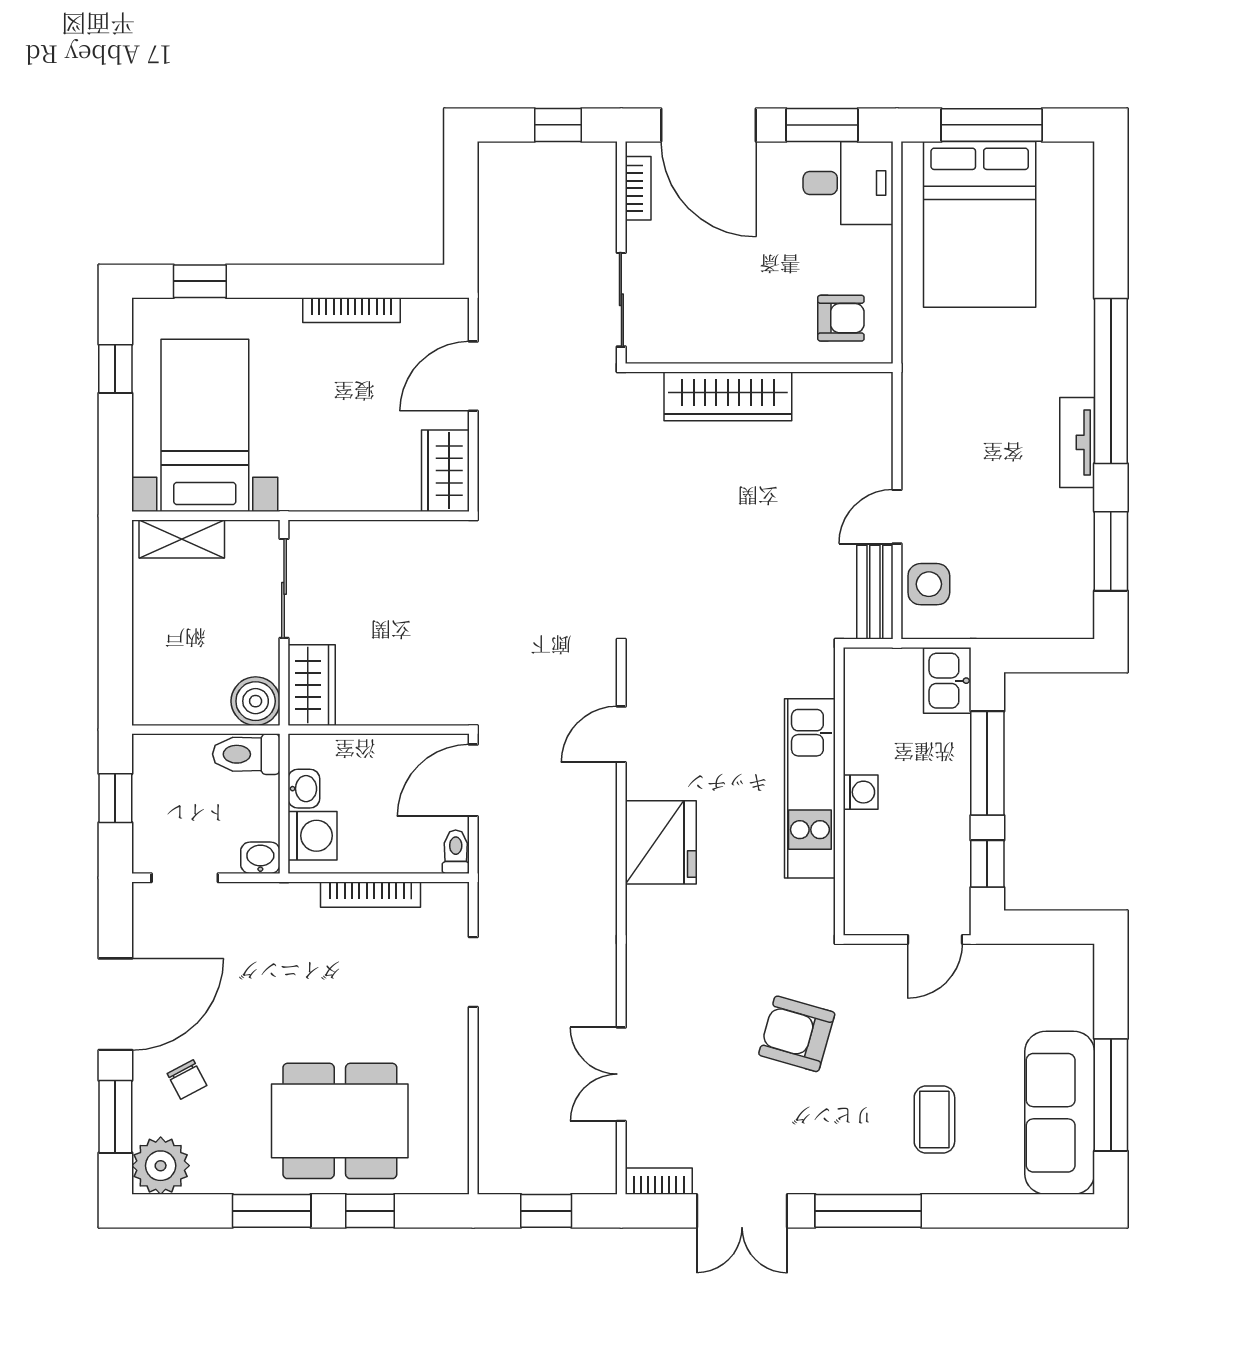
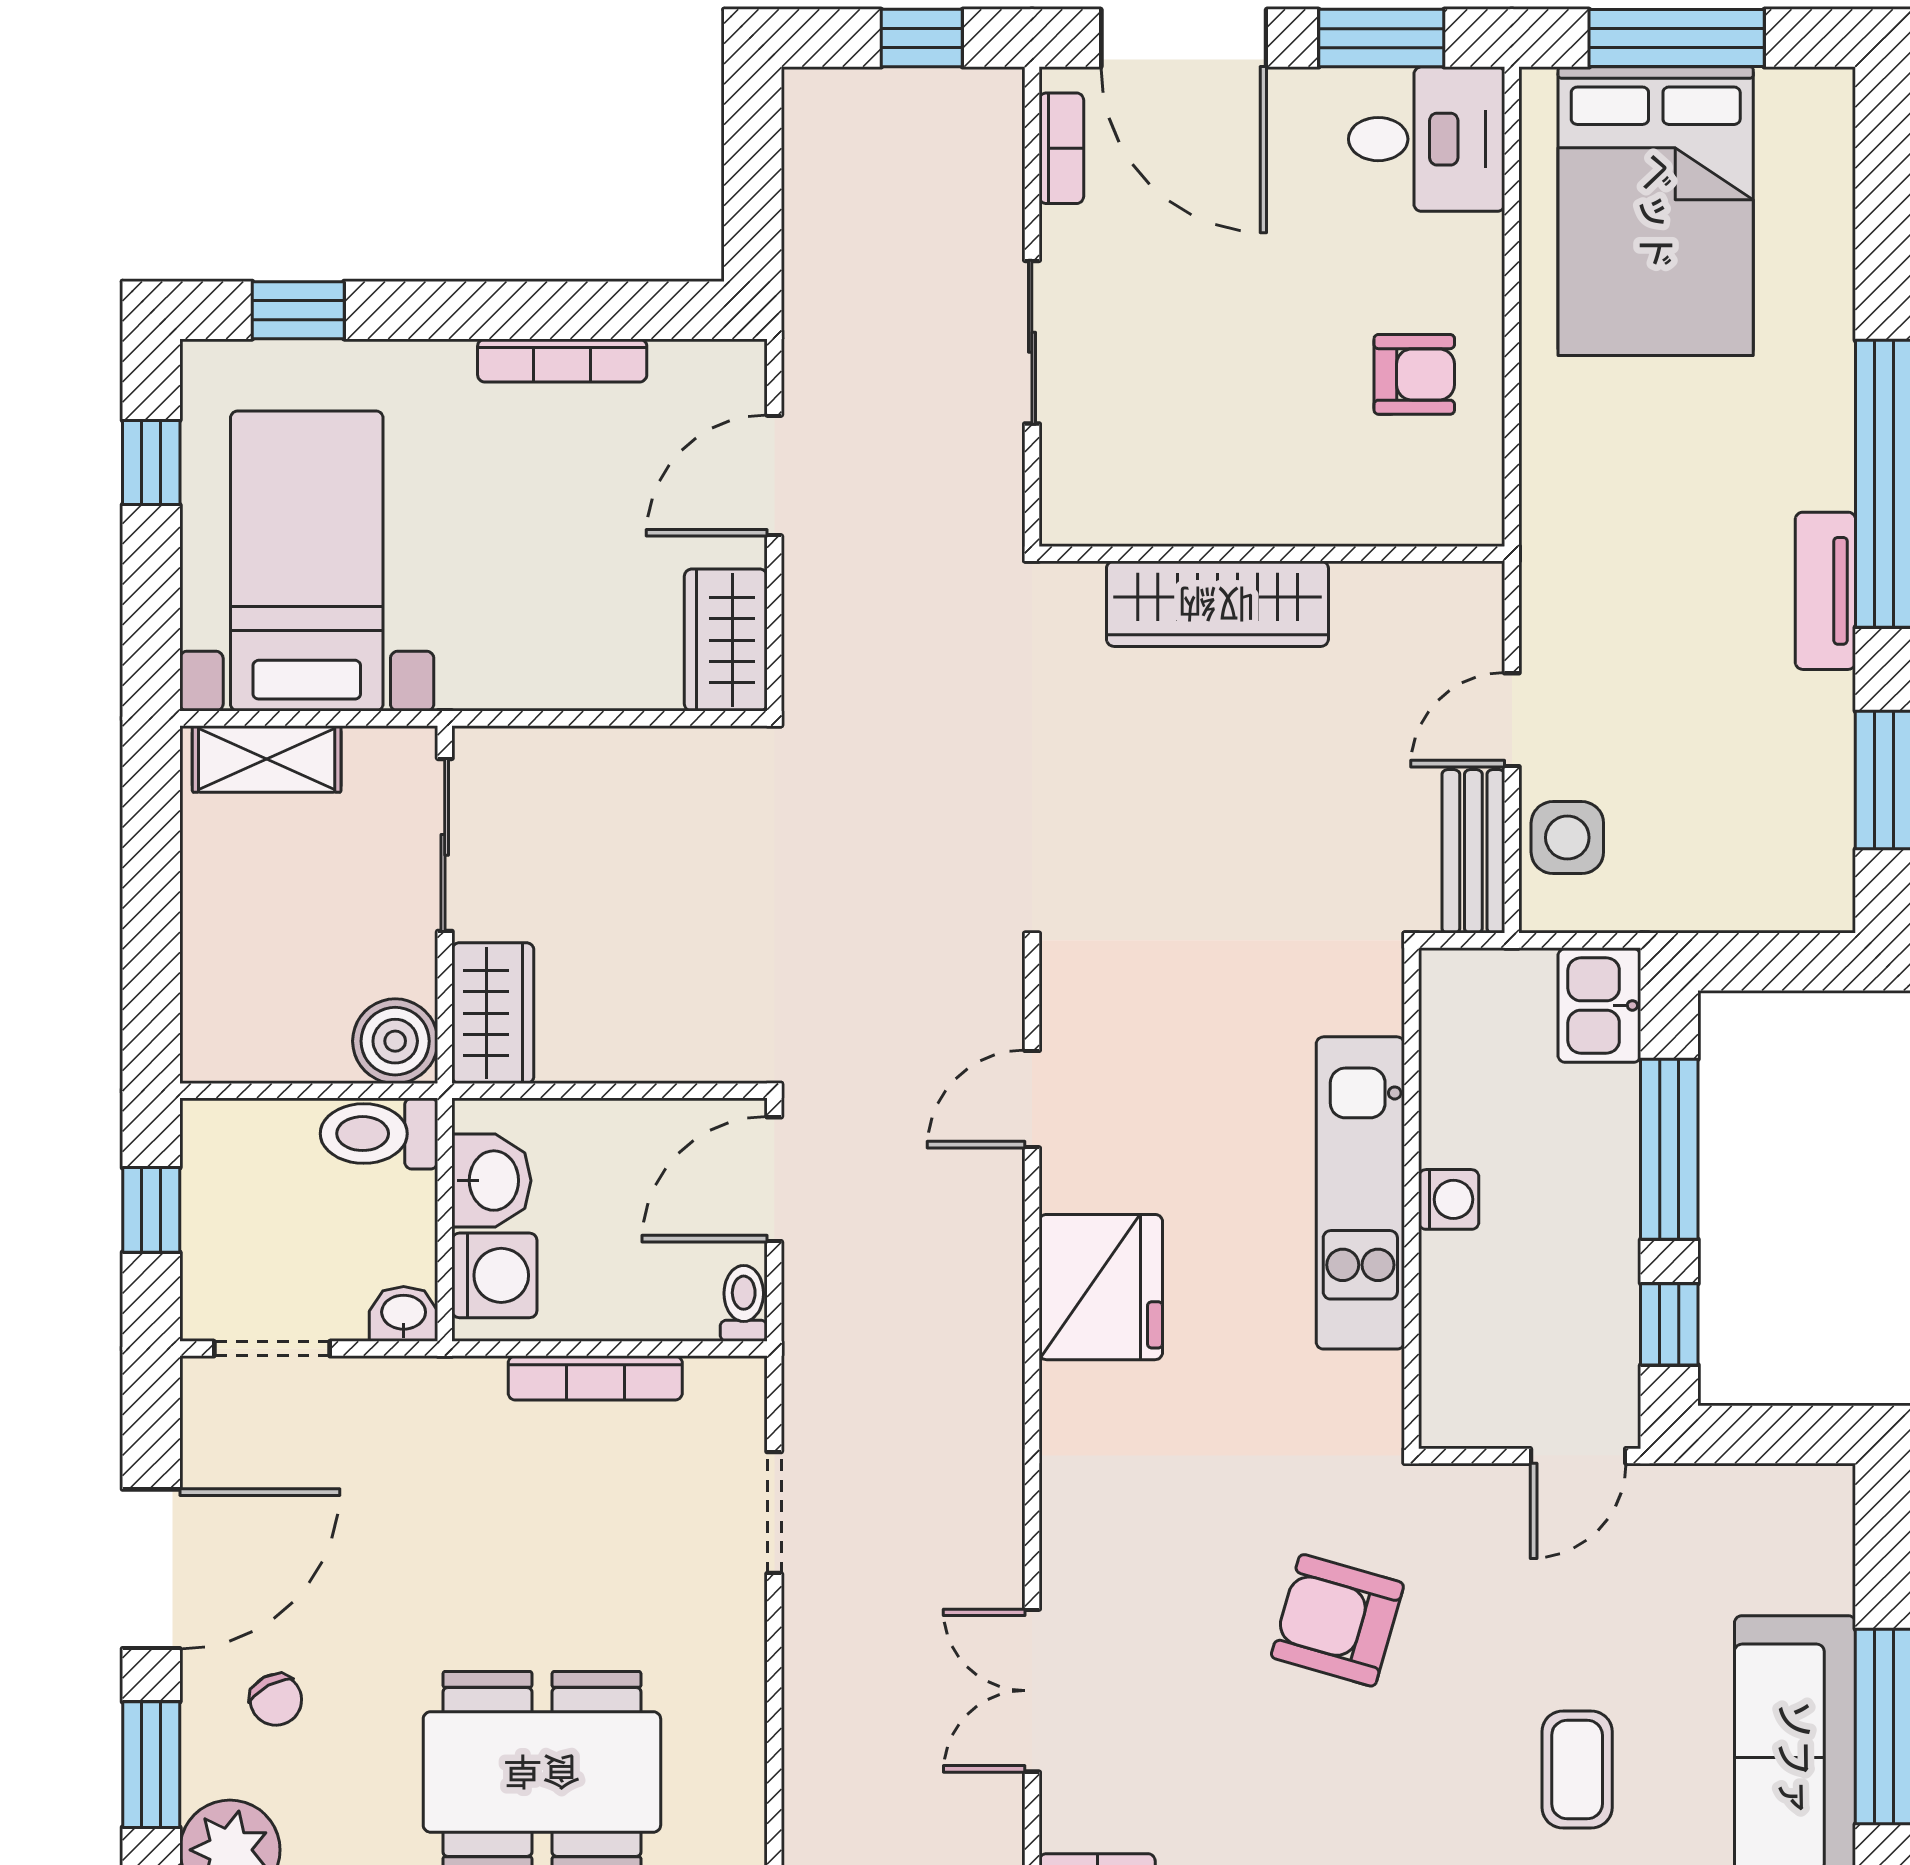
wall: (759, 368) -> (1272, 554), moved
wardrobe: (728, 396) -> (1217, 604), moved
washbasin: (304, 789) -> (491, 1181), width x1.38, depth x1.45

